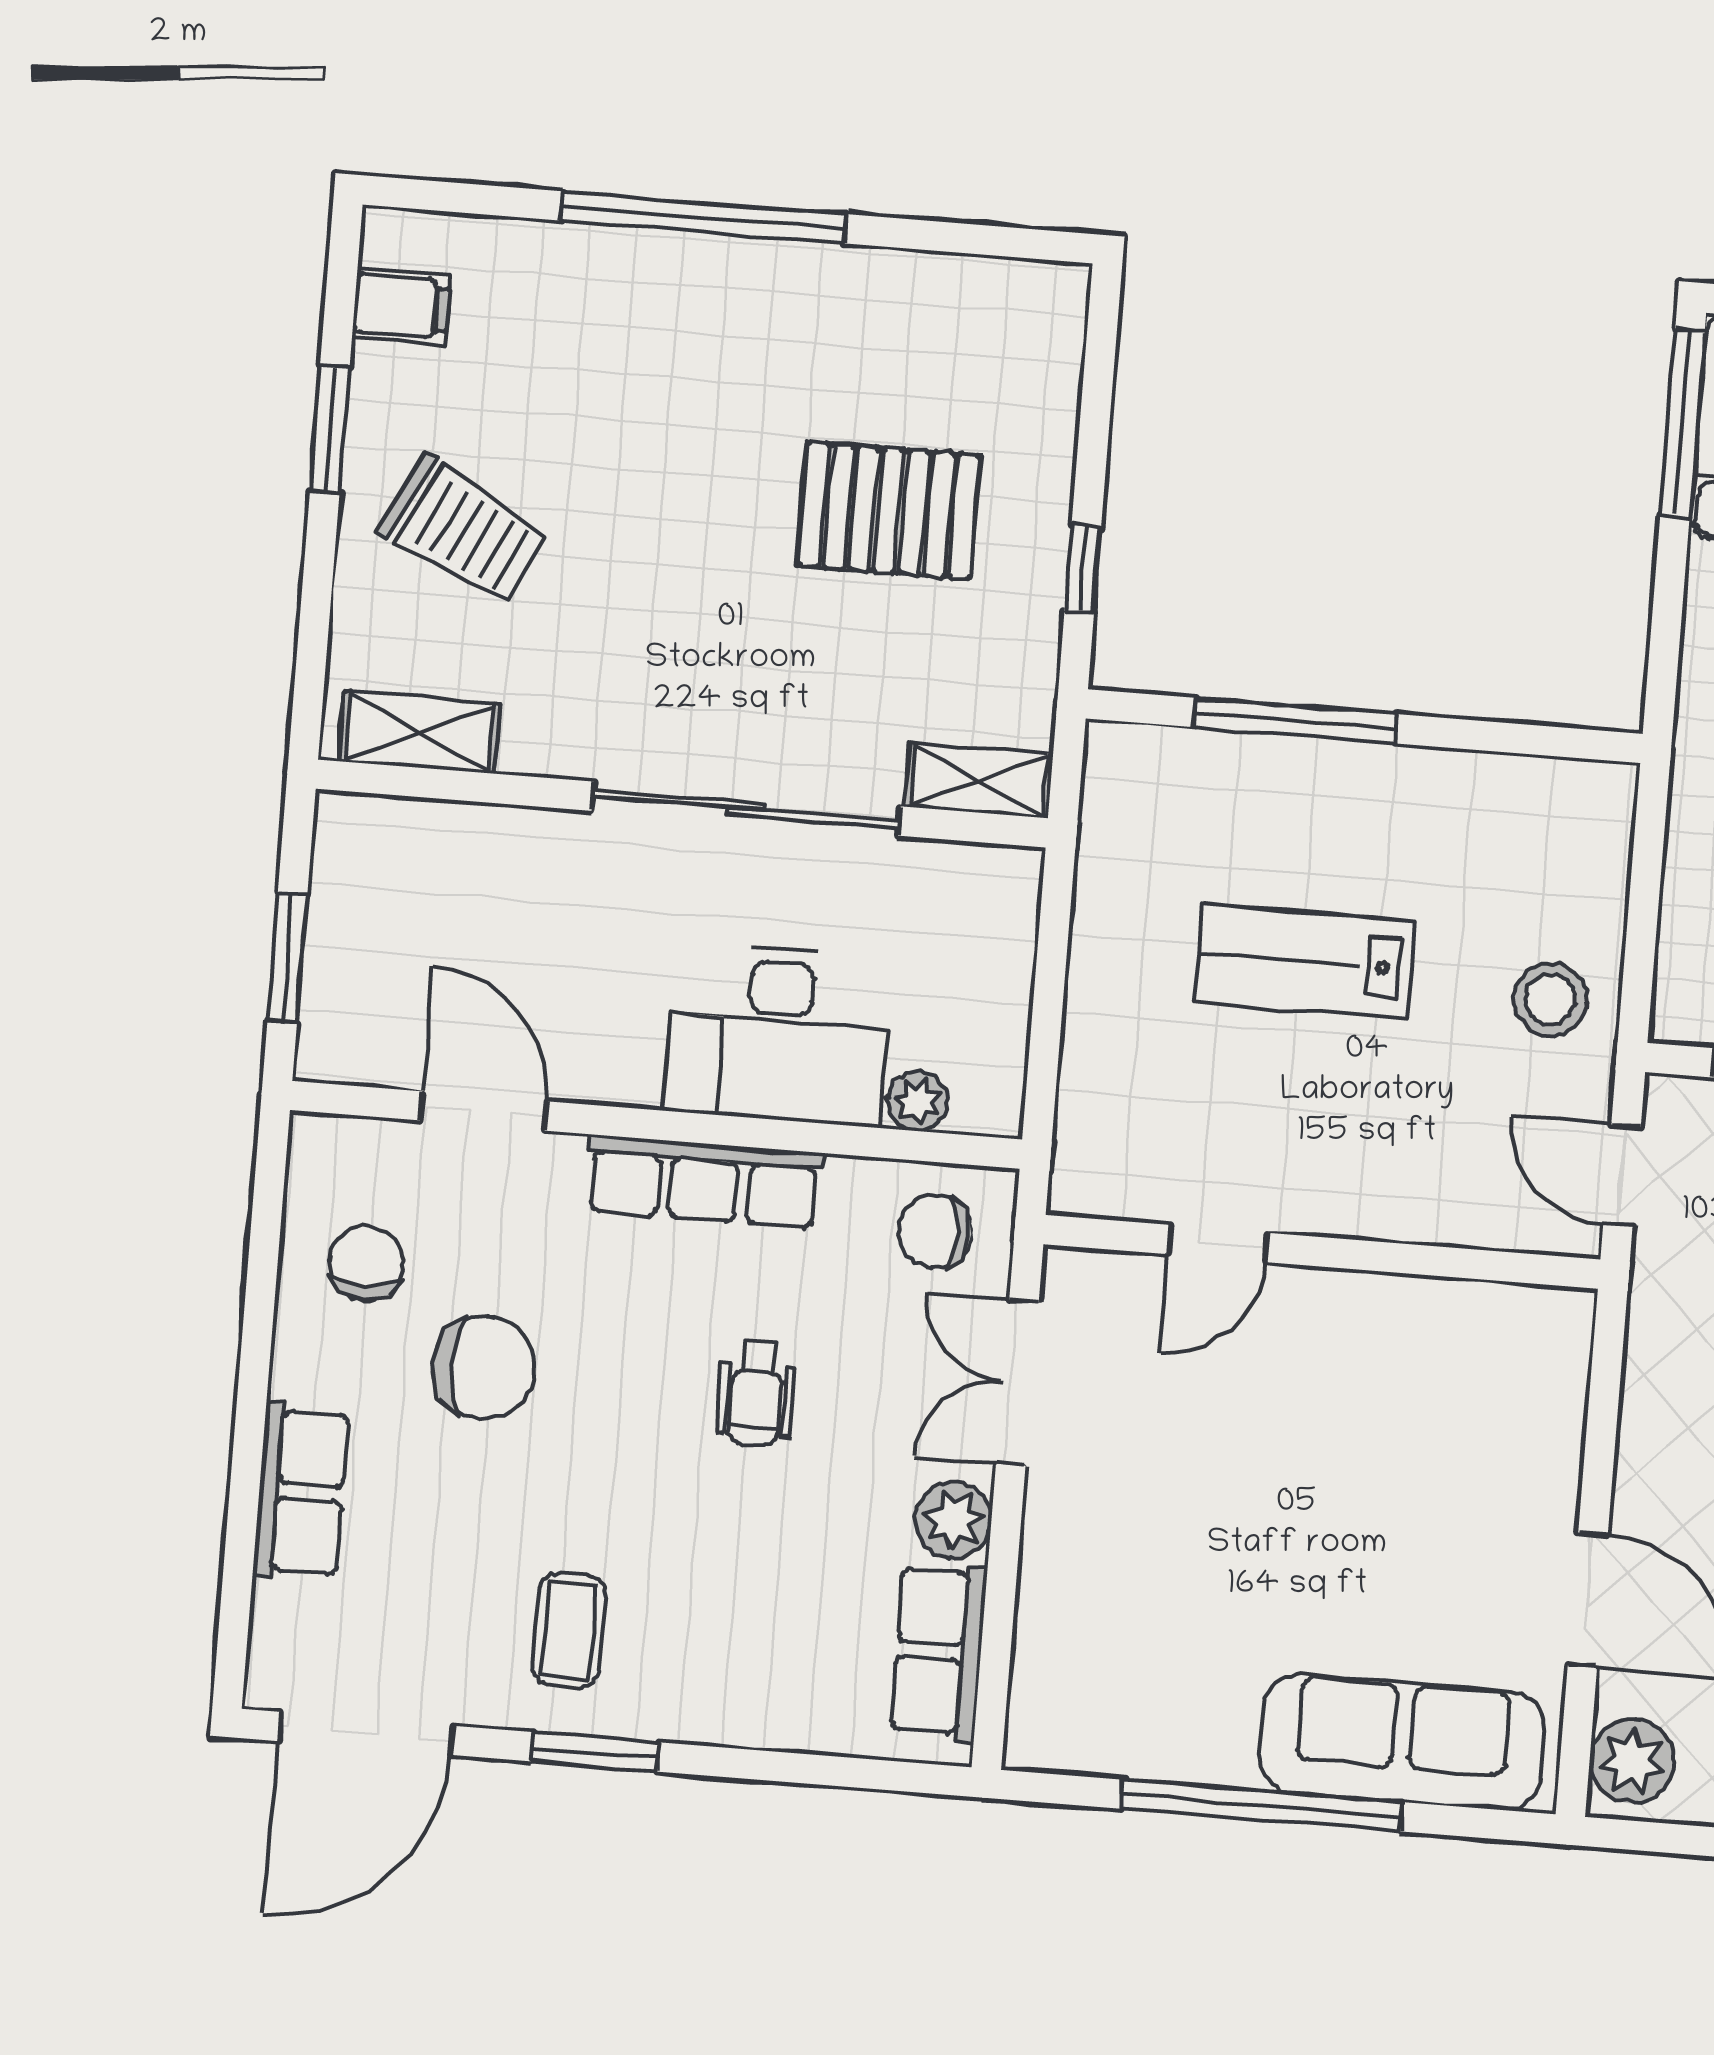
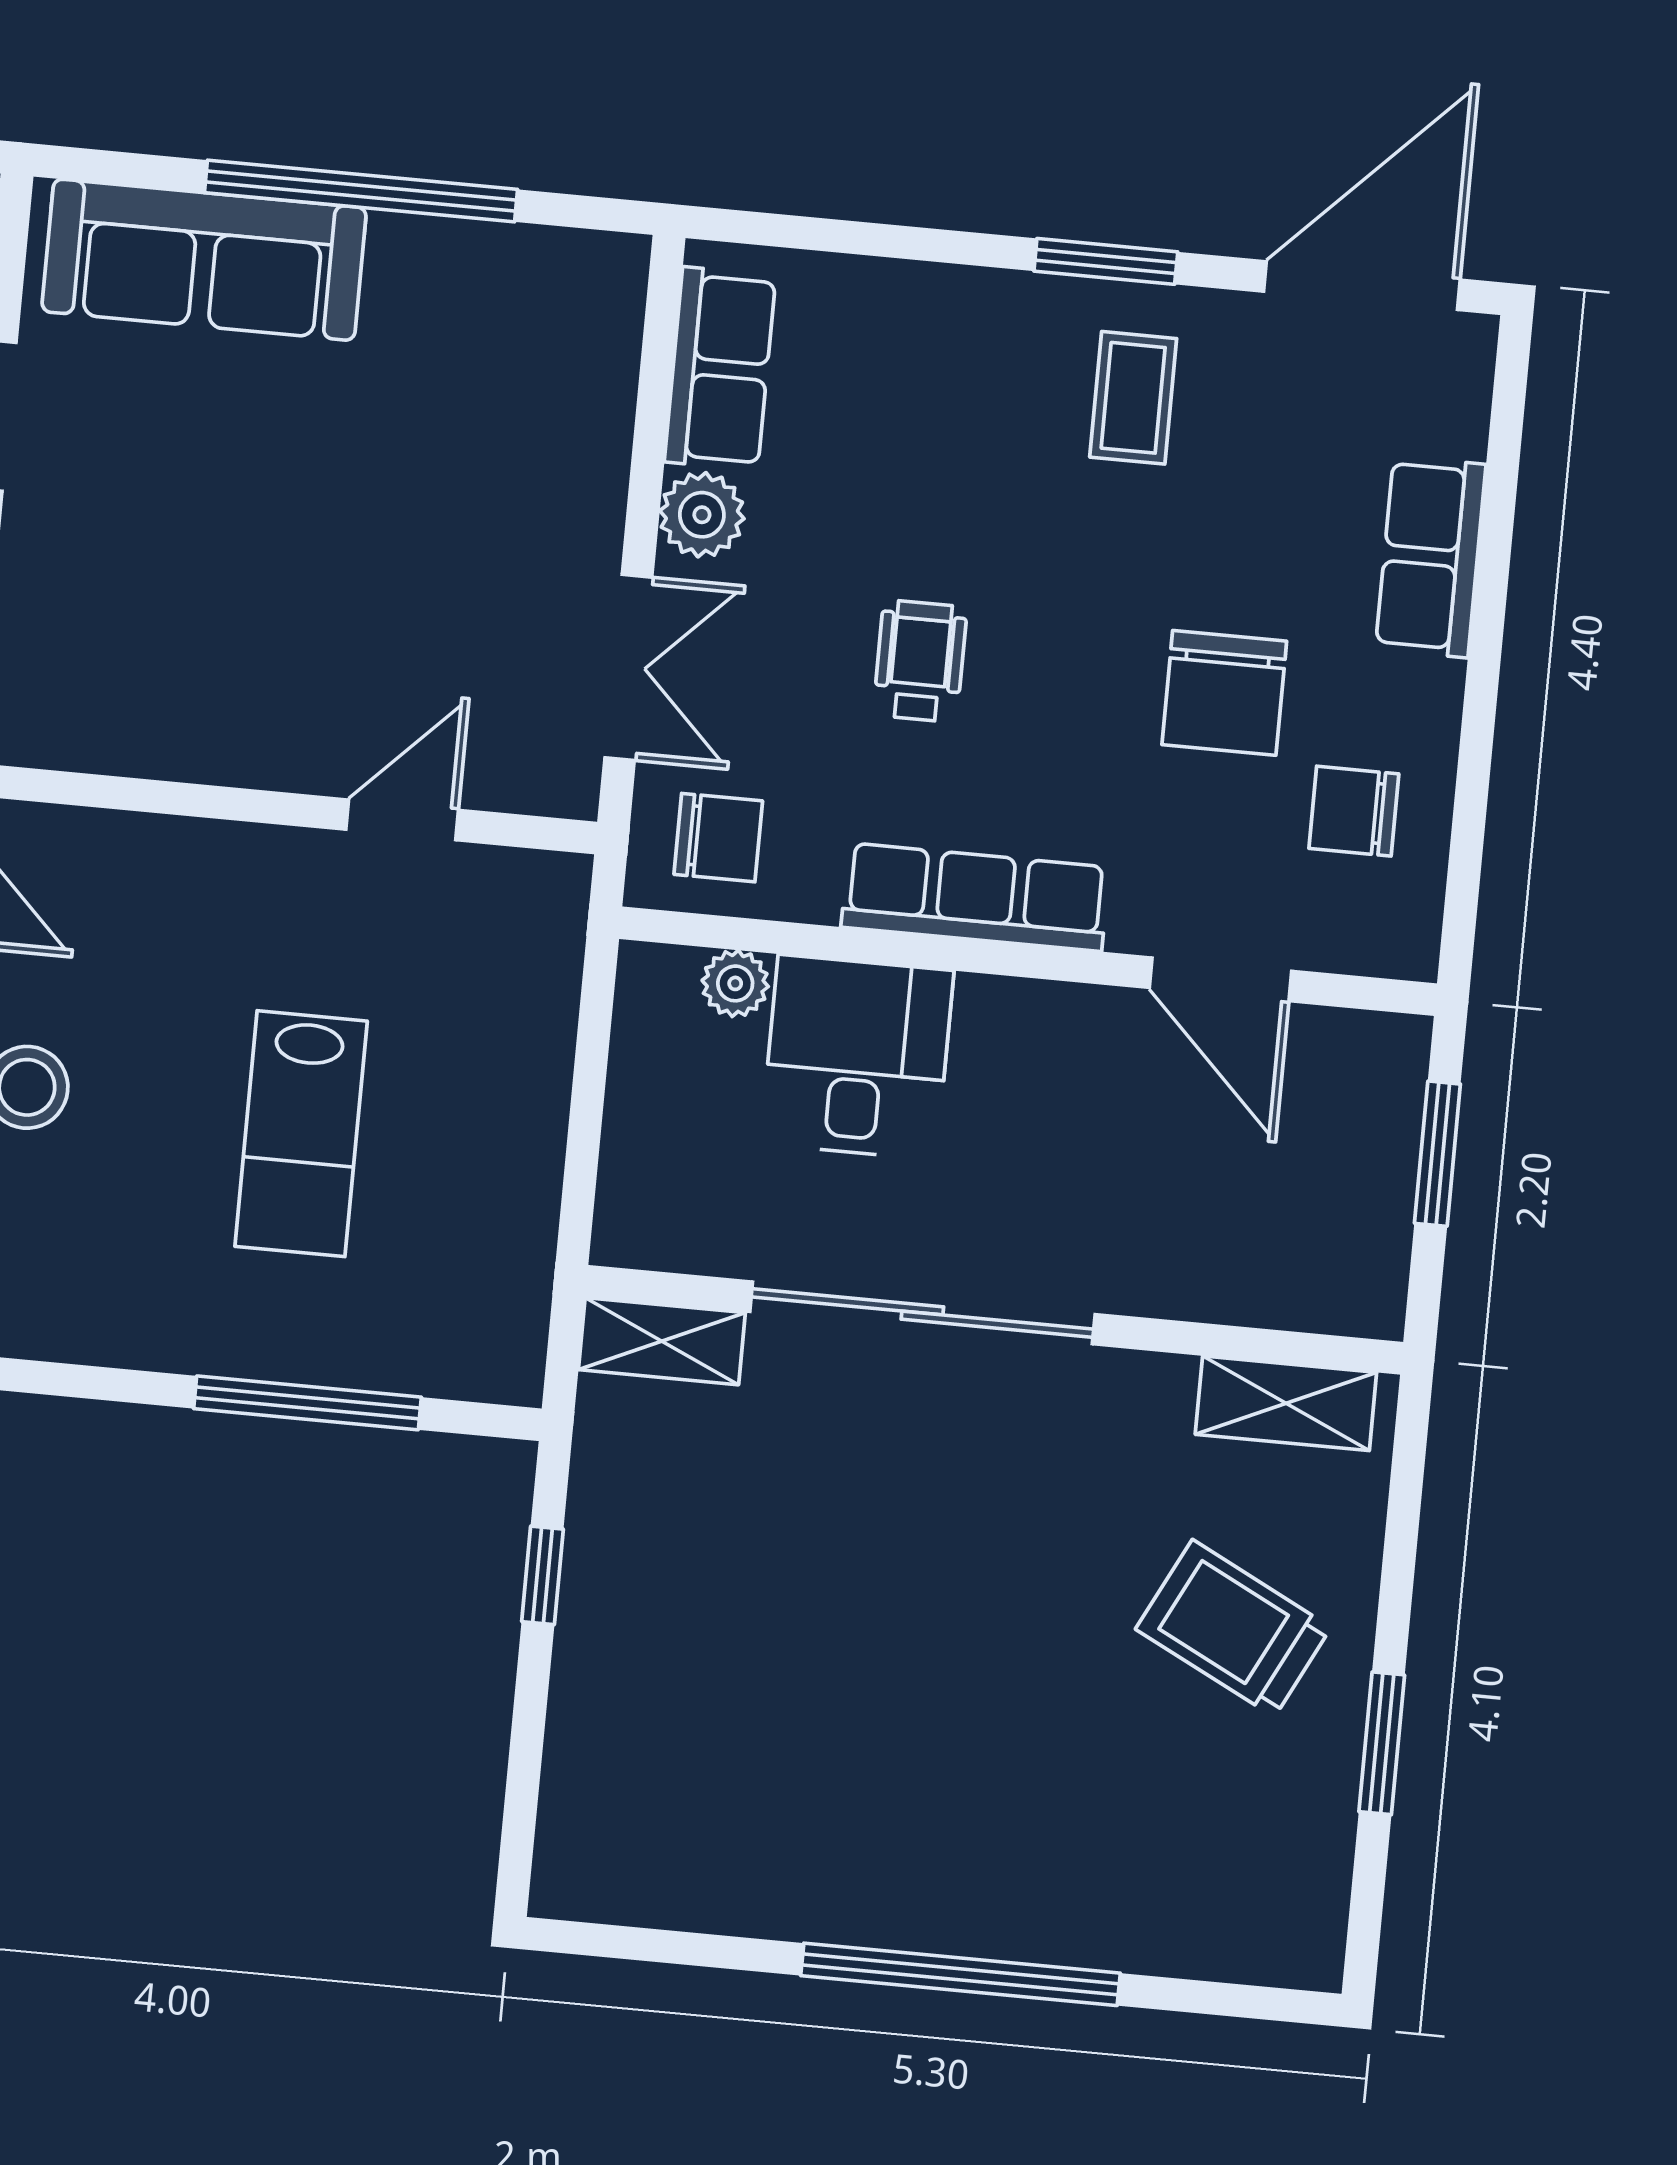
filing cabinet: (401, 307) -> (1300, 1880), removed
pallet: (889, 510) -> (758, 1644), removed
lab bench: (1304, 961) -> (301, 1134), turned 90
desk: (778, 1034) -> (857, 1057), width x0.73
chair: (366, 1263) -> (1354, 811), turned 90
chair: (484, 1367) -> (1224, 693), turned -90

